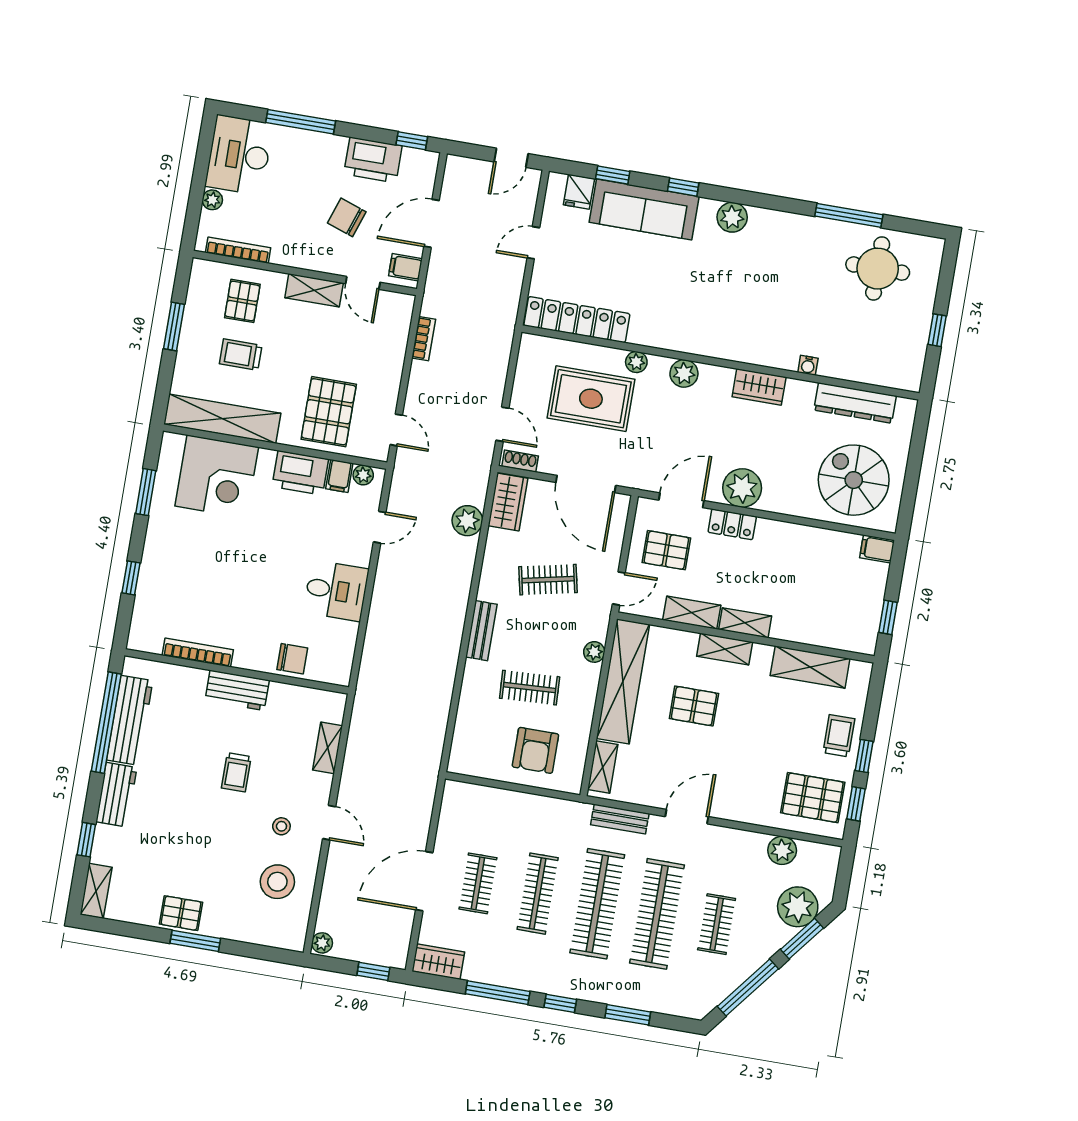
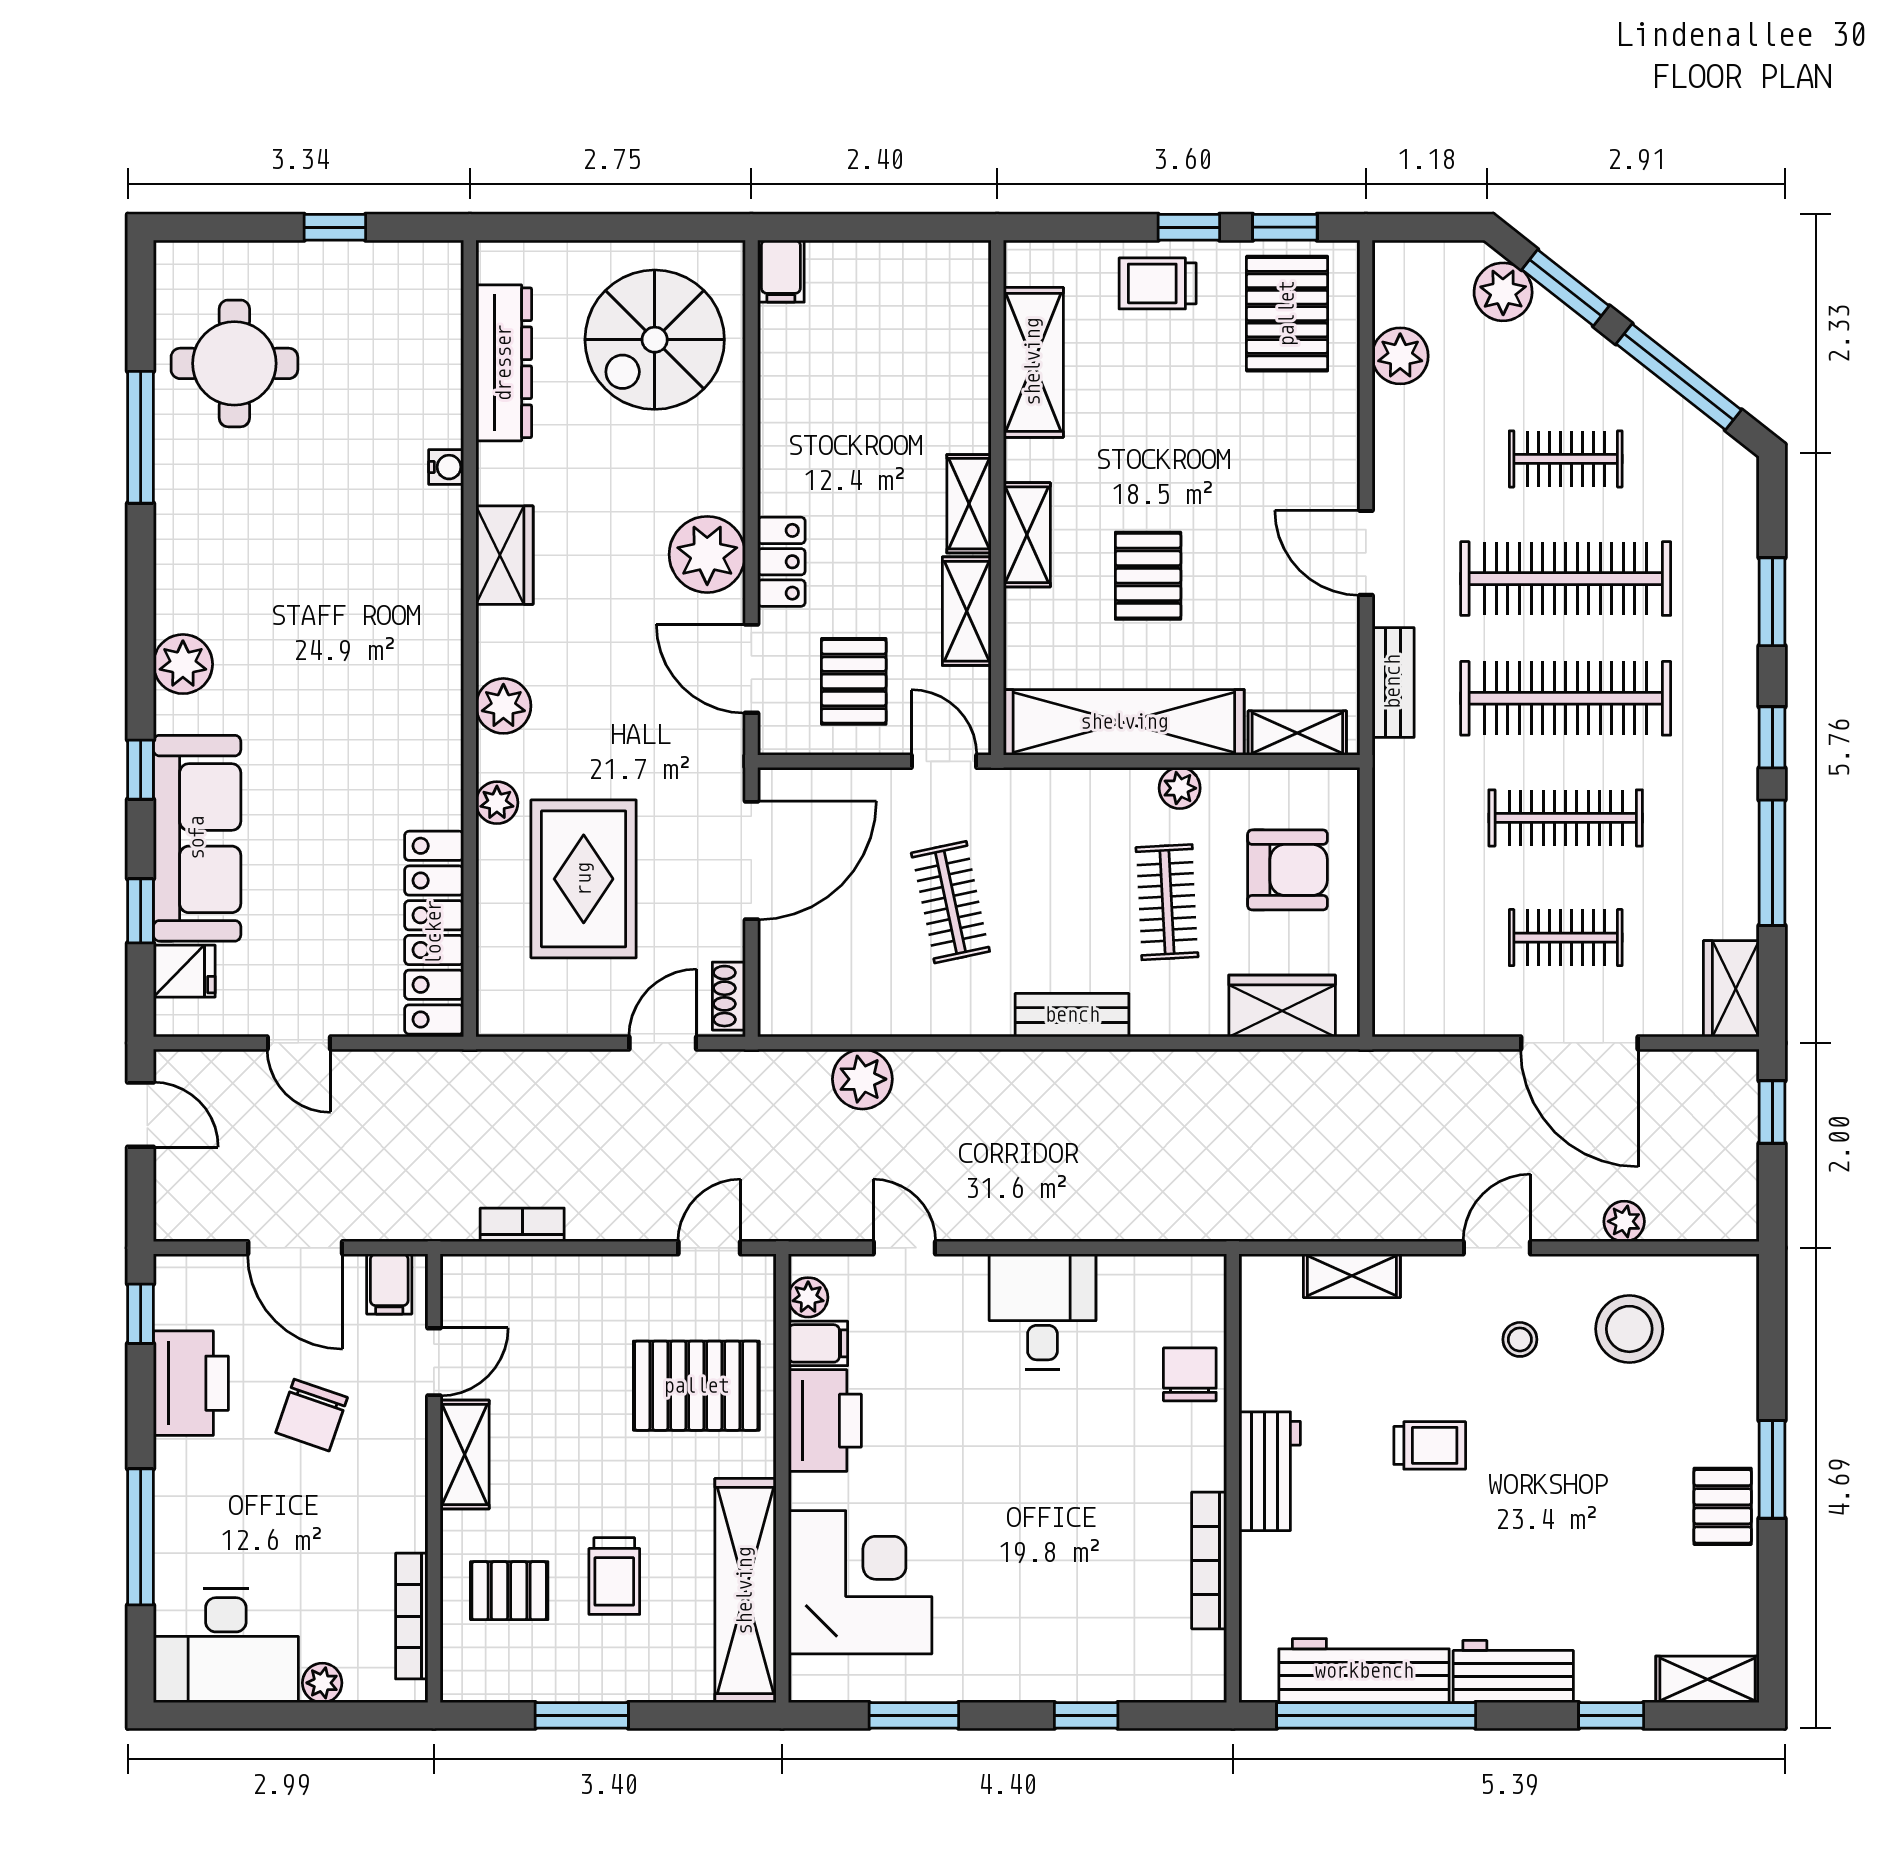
wardrobe: (508, 502) -> (1282, 1006), moved
window: (888, 617) -> (911, 227), removed
plant: (594, 652) -> (1180, 788), moved
plant: (798, 907) -> (1503, 292), width x0.73, depth x0.73
plant: (322, 943) -> (1624, 1221), moved

